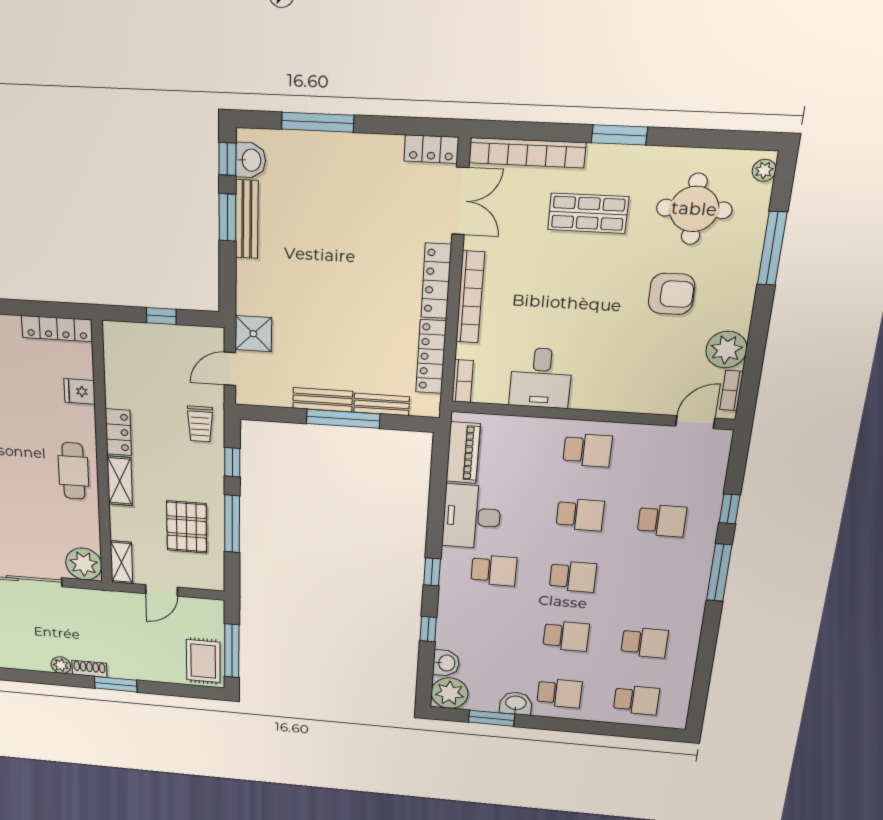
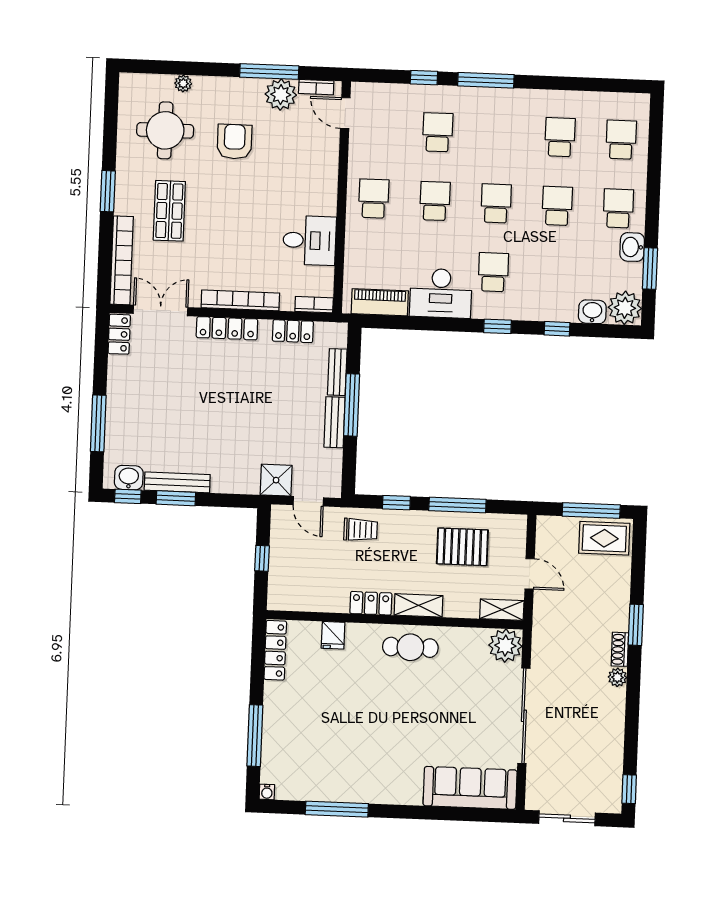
plant: (764, 170) -> (183, 83), moved
window: (772, 249) -> (269, 71), moved
locker: (431, 357) -> (293, 331), width x0.66

